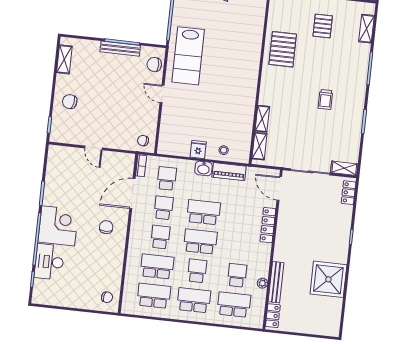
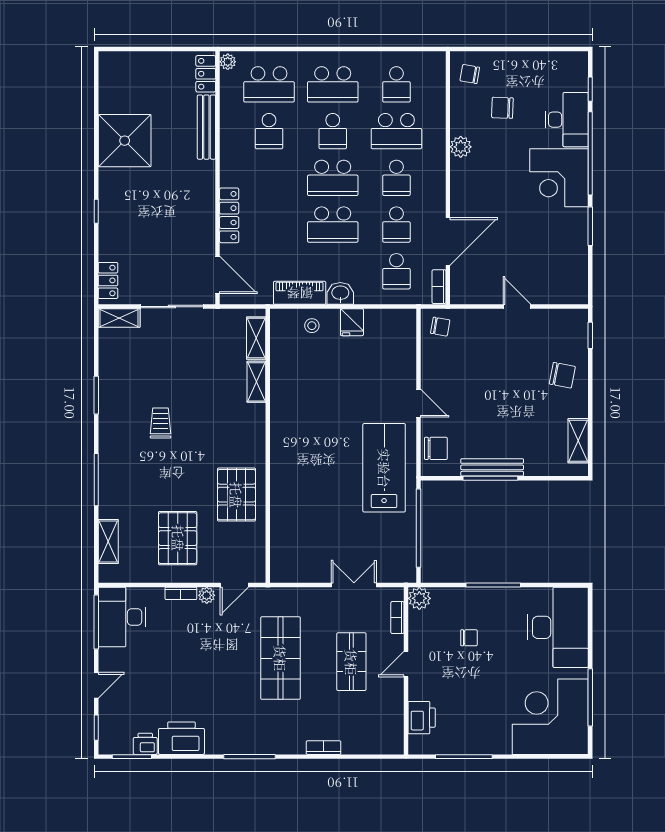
pallet: (323, 26) -> (178, 538), width x1.50, depth x1.42
chair: (106, 227) -> (502, 108), moved, turned 92
plant: (118, 252) -> (461, 147), added
plant: (262, 283) -> (228, 62), moved
school desk: (154, 296) -> (396, 84), width x0.54

